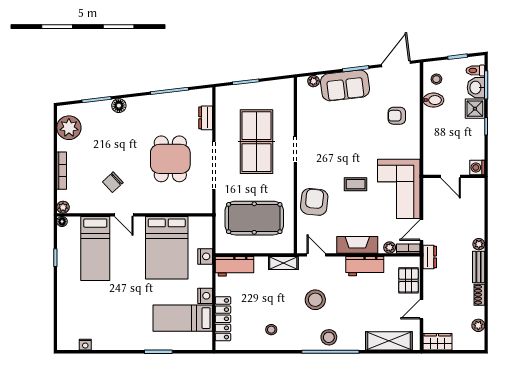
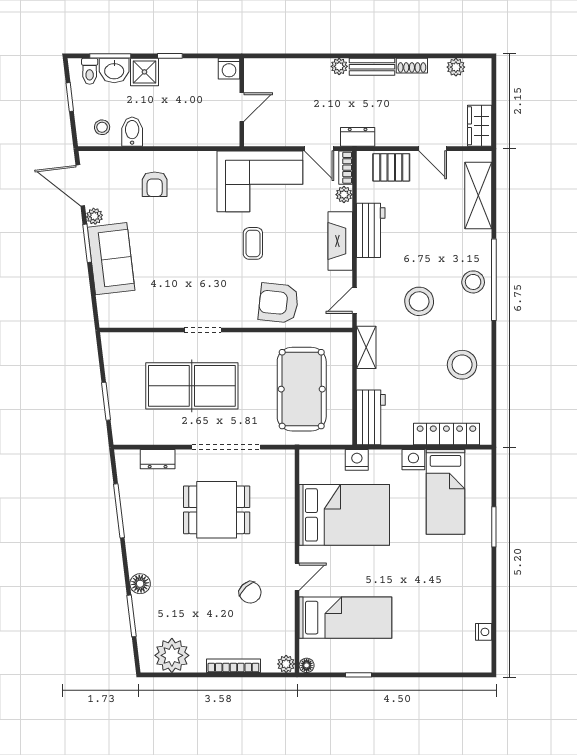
plant: (314, 81) -> (94, 216), moved
stool: (271, 330) -> (462, 365), width x1.89, depth x1.89

